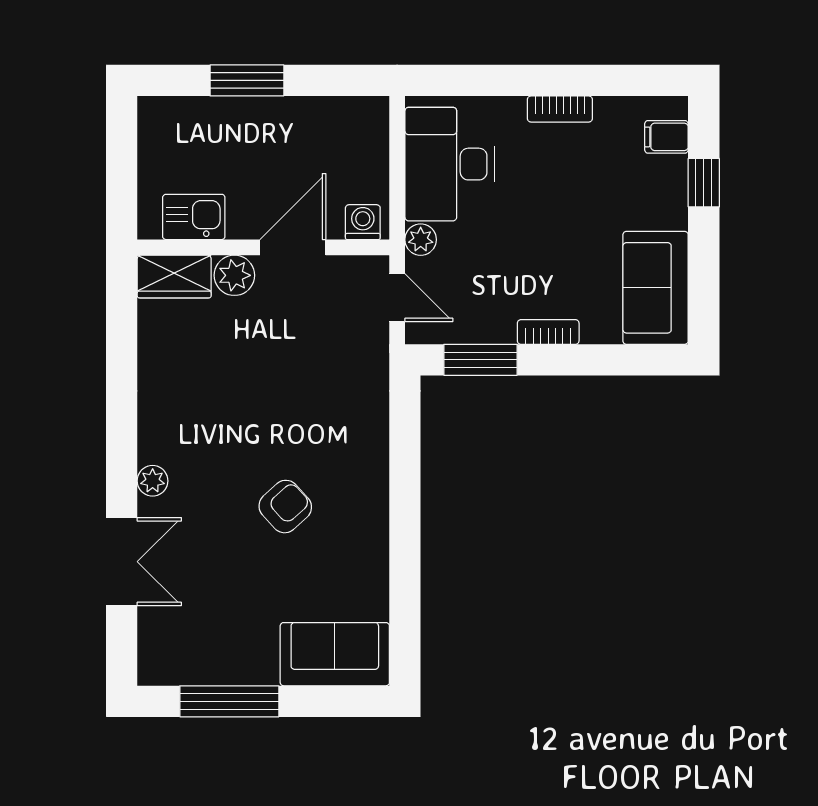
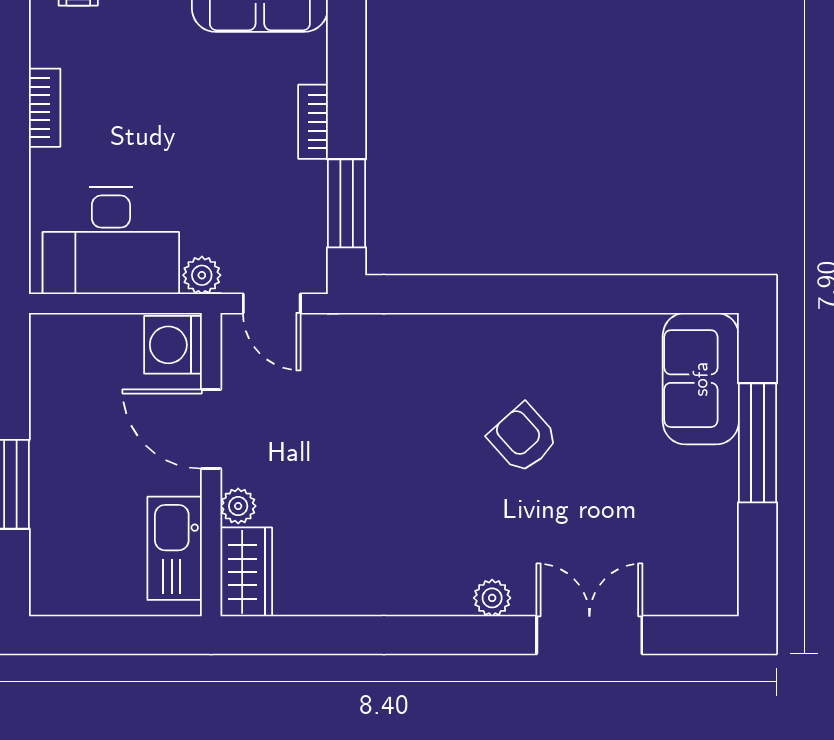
kitchen sink: (194, 217) -> (175, 548), width x1.38
washing machine: (363, 222) -> (173, 345), width x1.38, depth x1.38
plant: (234, 275) -> (238, 506), width x0.73, depth x0.73
door: (397, 298) -> (272, 303), swing flipped
window: (229, 701) -> (757, 443), moved

